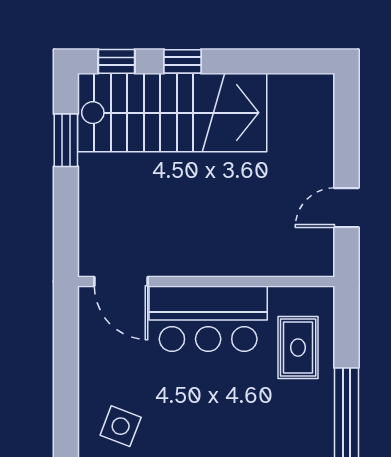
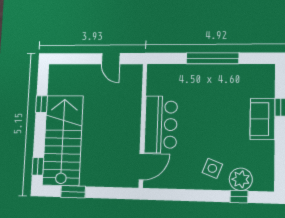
window: (182, 61) -> (41, 104), moved
rug: (298, 348) -> (176, 81), removed

